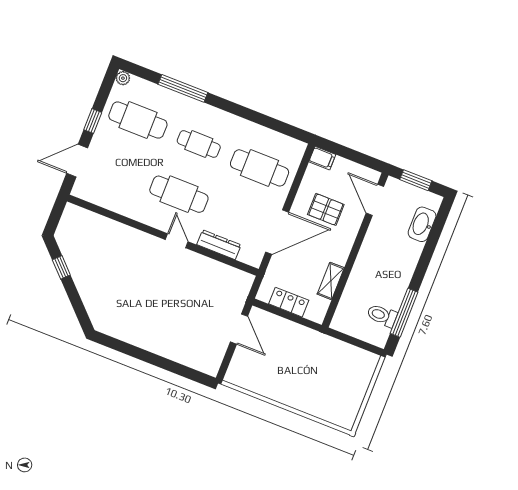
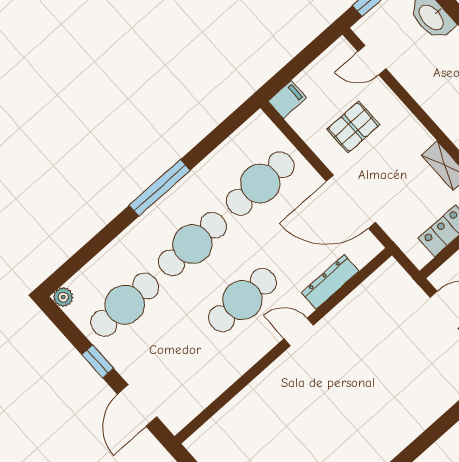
window: (183, 88) -> (160, 188), moved
cafe table: (199, 144) -> (192, 244), width x1.37, depth x1.35
door: (375, 200) -> (372, 60), width x0.73
door: (277, 232) -> (351, 202), swing flipped

